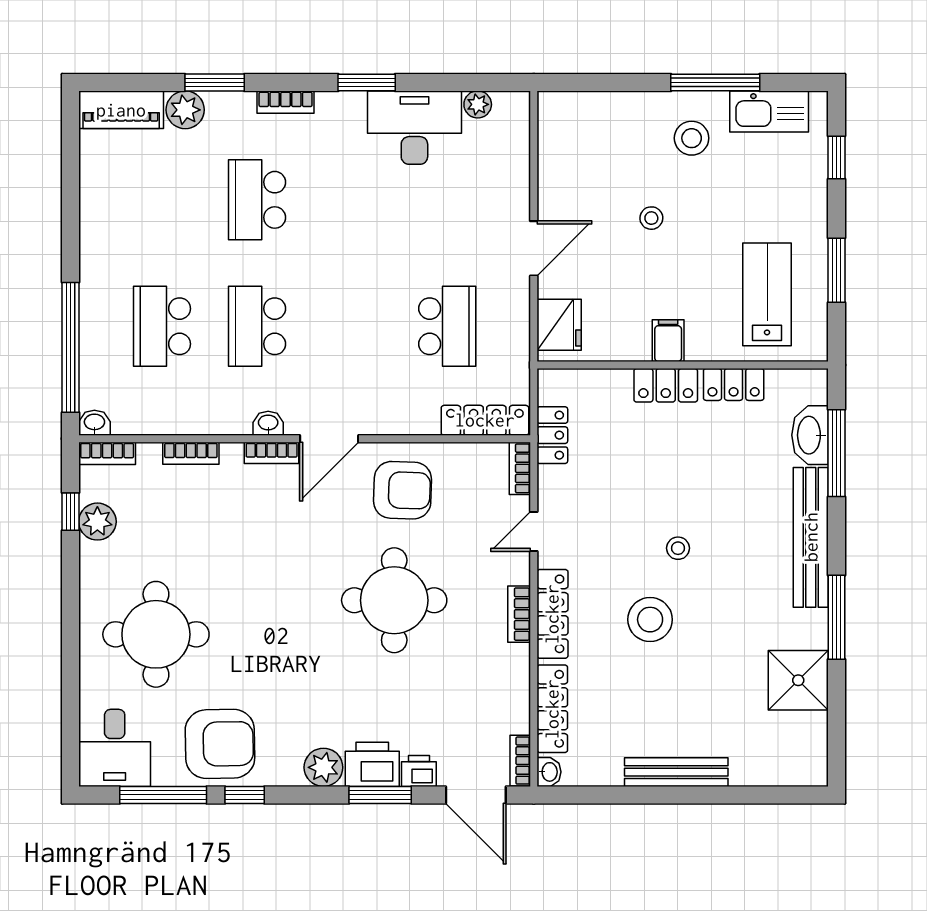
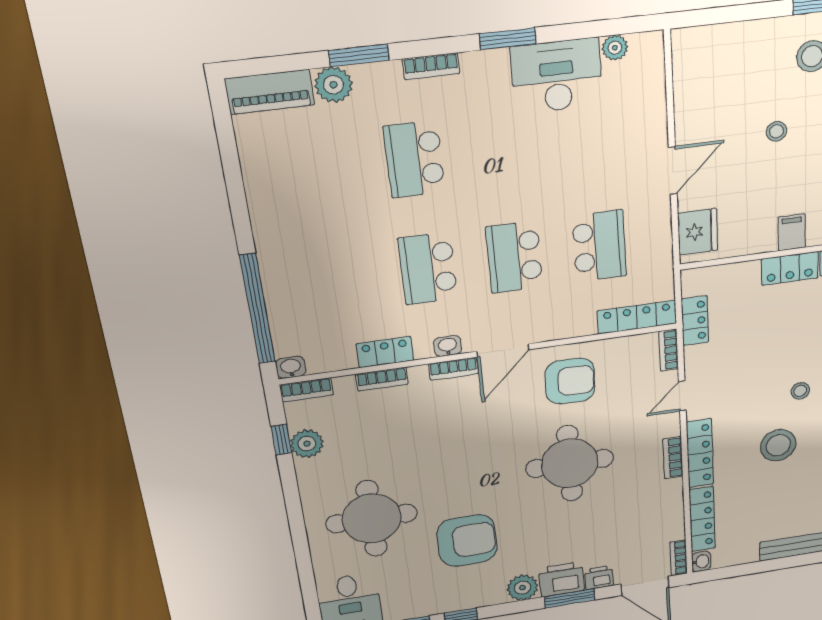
school desk: (162, 326) -> (514, 257), moved
locker: (199, 420) -> (385, 352), added
armchair: (220, 744) -> (467, 541), moved

